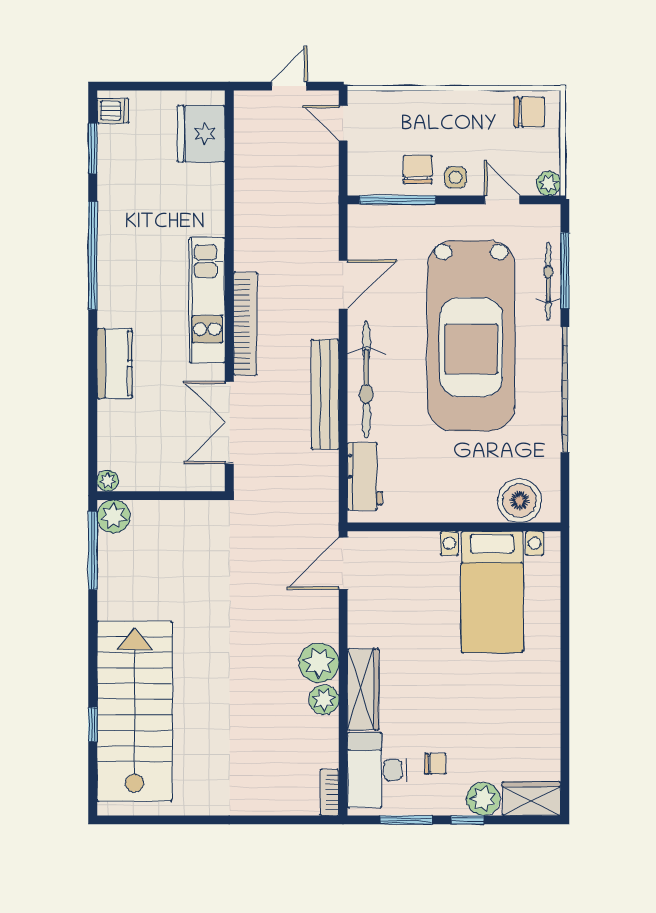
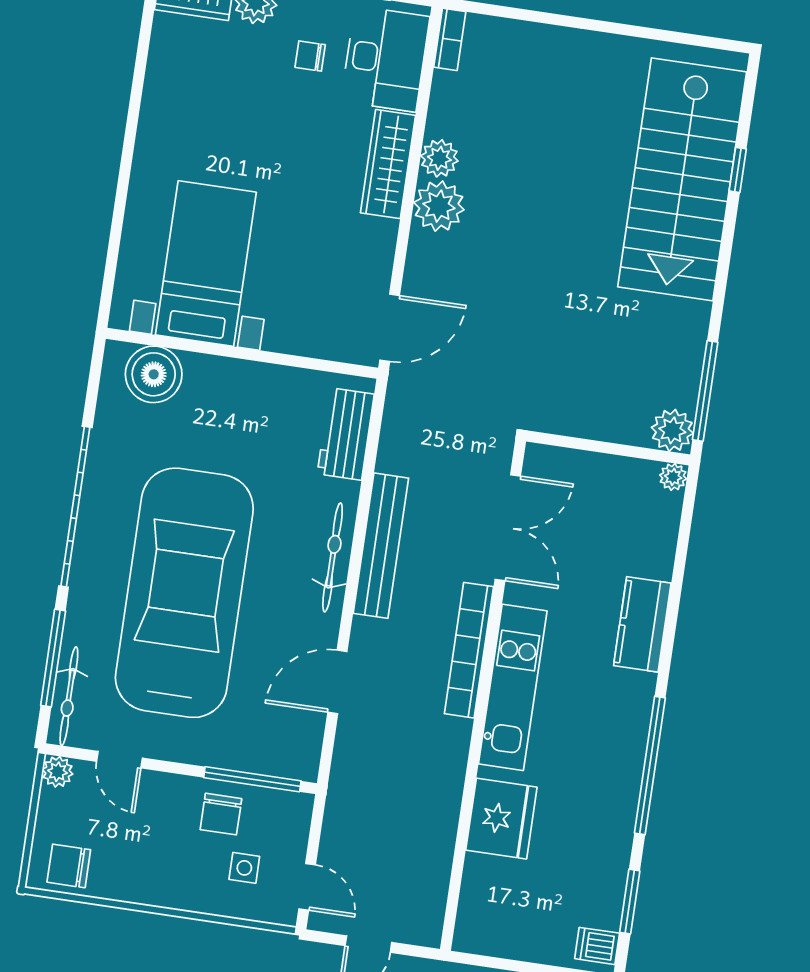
fridge: (201, 134) -> (501, 819), moved
side table: (455, 177) -> (244, 868), moved
bicycle: (548, 281) -> (69, 696), moved
bicycle: (366, 380) -> (333, 557), width x0.73, depth x0.71

